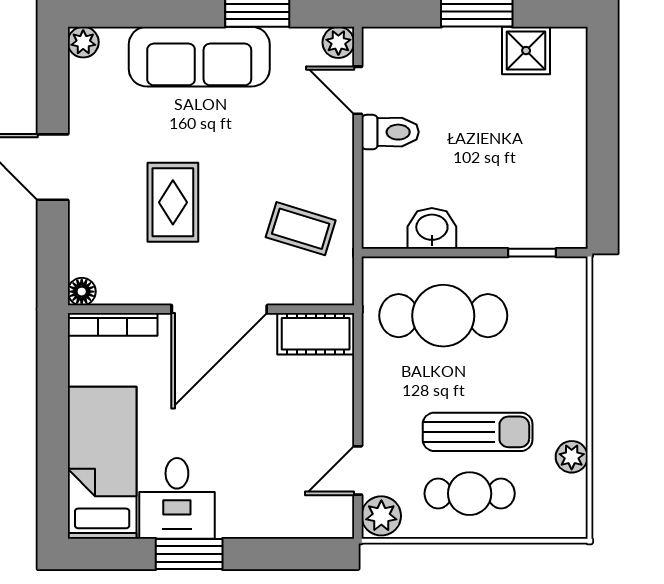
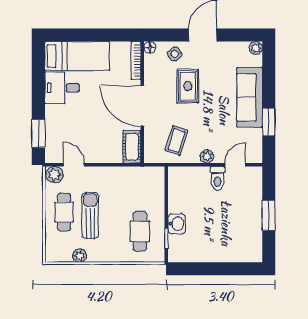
plant: (338, 42) -> (207, 156), moved
shower: (526, 51) -> (252, 236), removed
rug: (173, 202) -> (188, 86), turned 90
washbasin: (432, 228) -> (177, 224), moved
side table: (97, 233) -> (175, 54), added
cafe table: (443, 316) -> (140, 231), moved, width x0.73, depth x0.74
sun lounger: (478, 432) -> (90, 216), turned 180
window: (189, 554) -> (38, 133), moved

